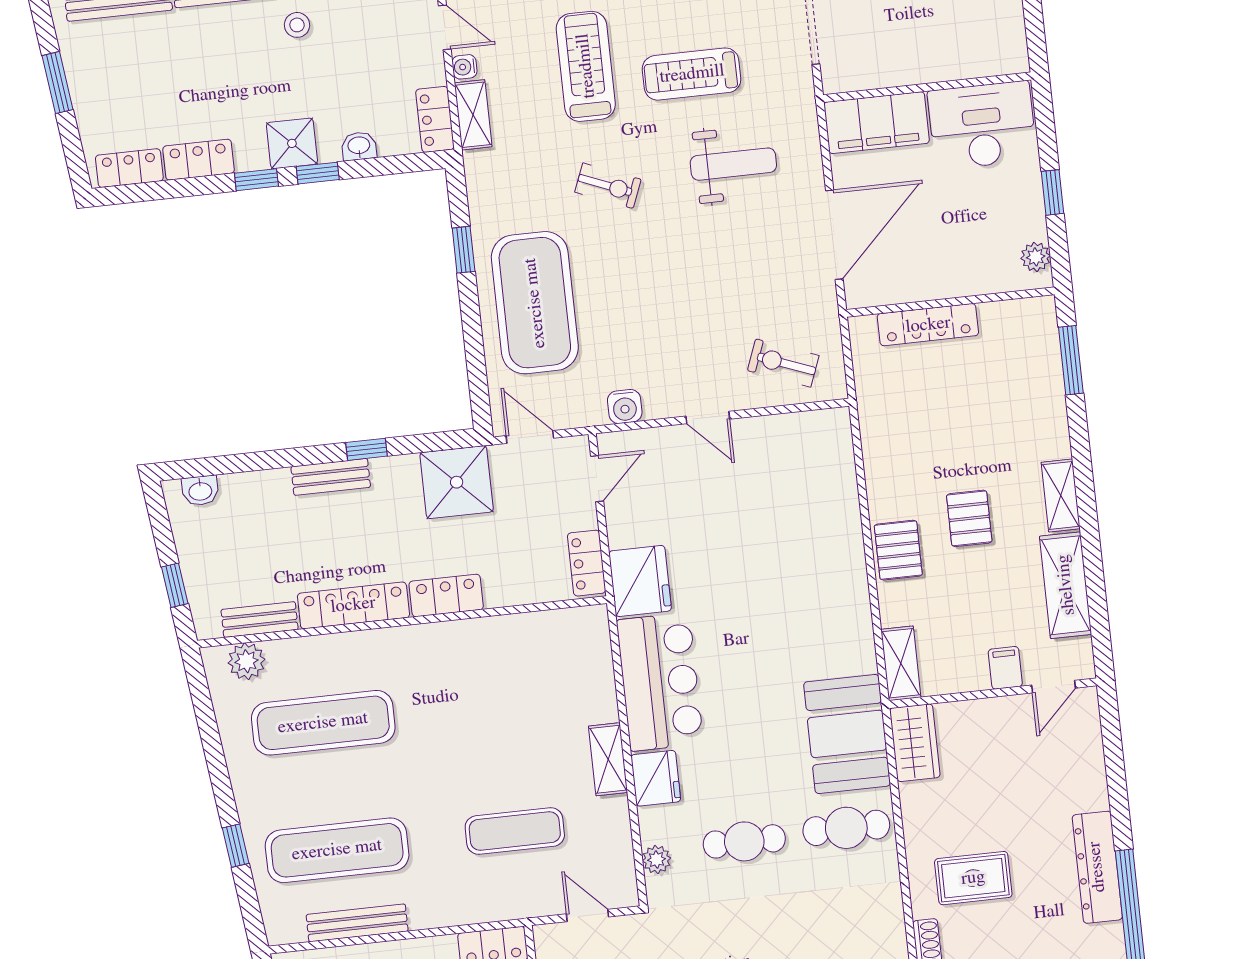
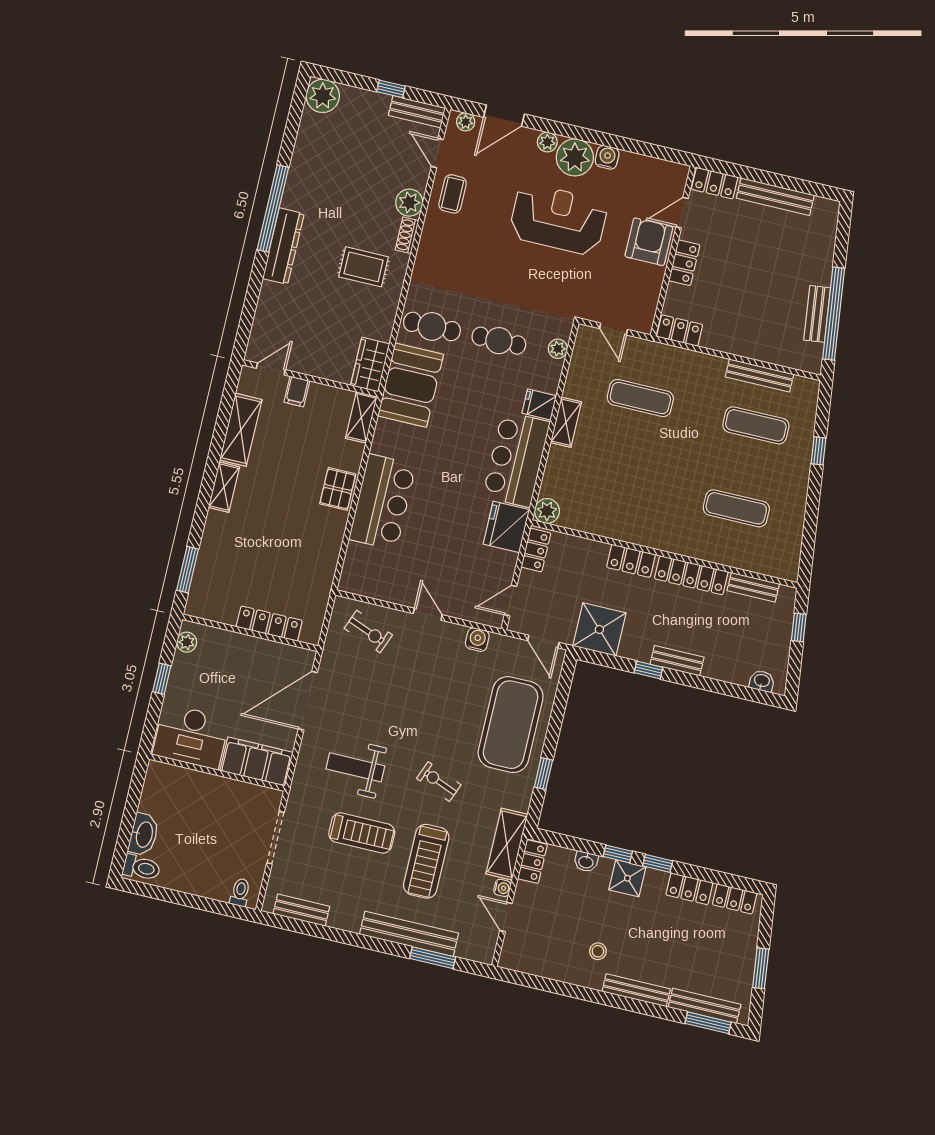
shelving: (473, 115) -> (507, 844), width x1.50, depth x1.33
pallet: (969, 518) -> (286, 493), removed
bar counter: (828, 554) -> (382, 502), added
plant: (246, 661) -> (547, 511), moved
exercise mat: (323, 723) -> (736, 508), width x0.73, depth x0.69
fridge: (656, 778) -> (539, 405), width x0.72
exercise mat: (337, 850) -> (756, 425), width x0.73, depth x0.69

